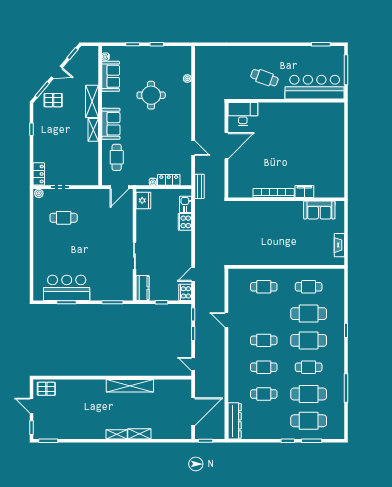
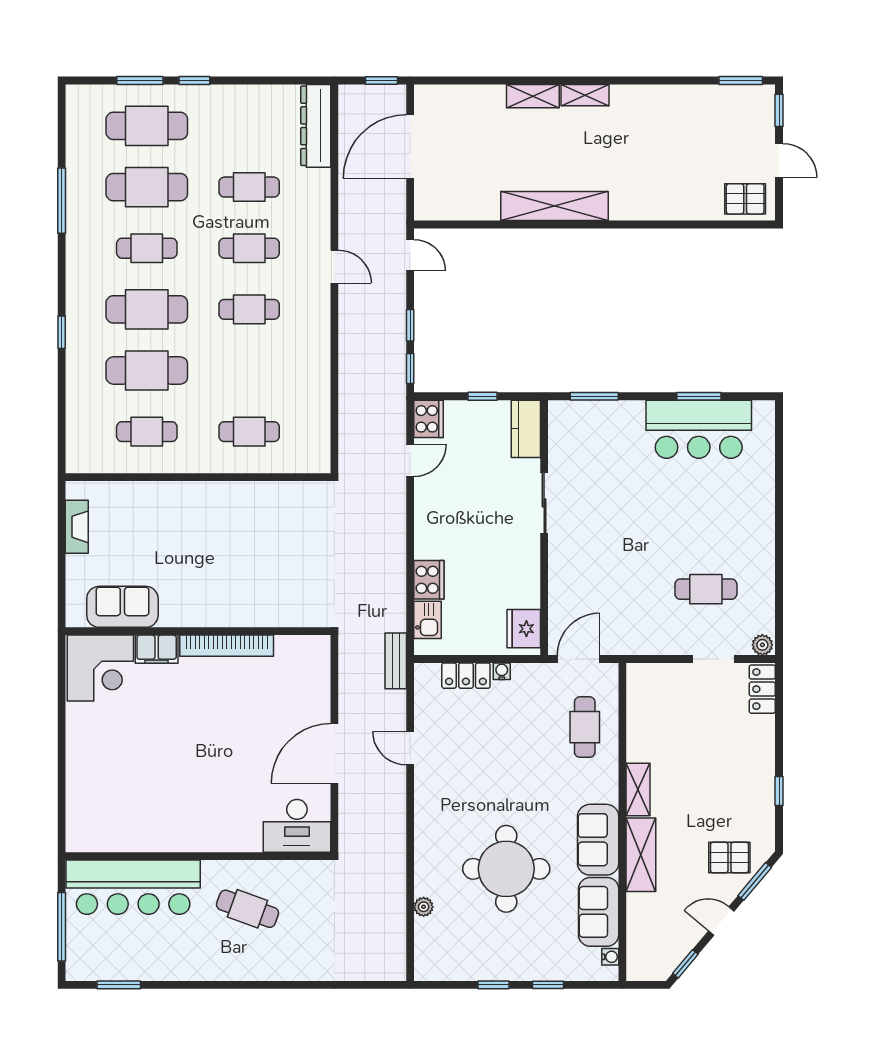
round table: (151, 95) -> (506, 869), width x1.36, depth x1.36
sofa: (111, 124) -> (598, 840), moved
corner desk: (329, 183) -> (100, 668), added
door: (226, 320) -> (334, 267), moved

